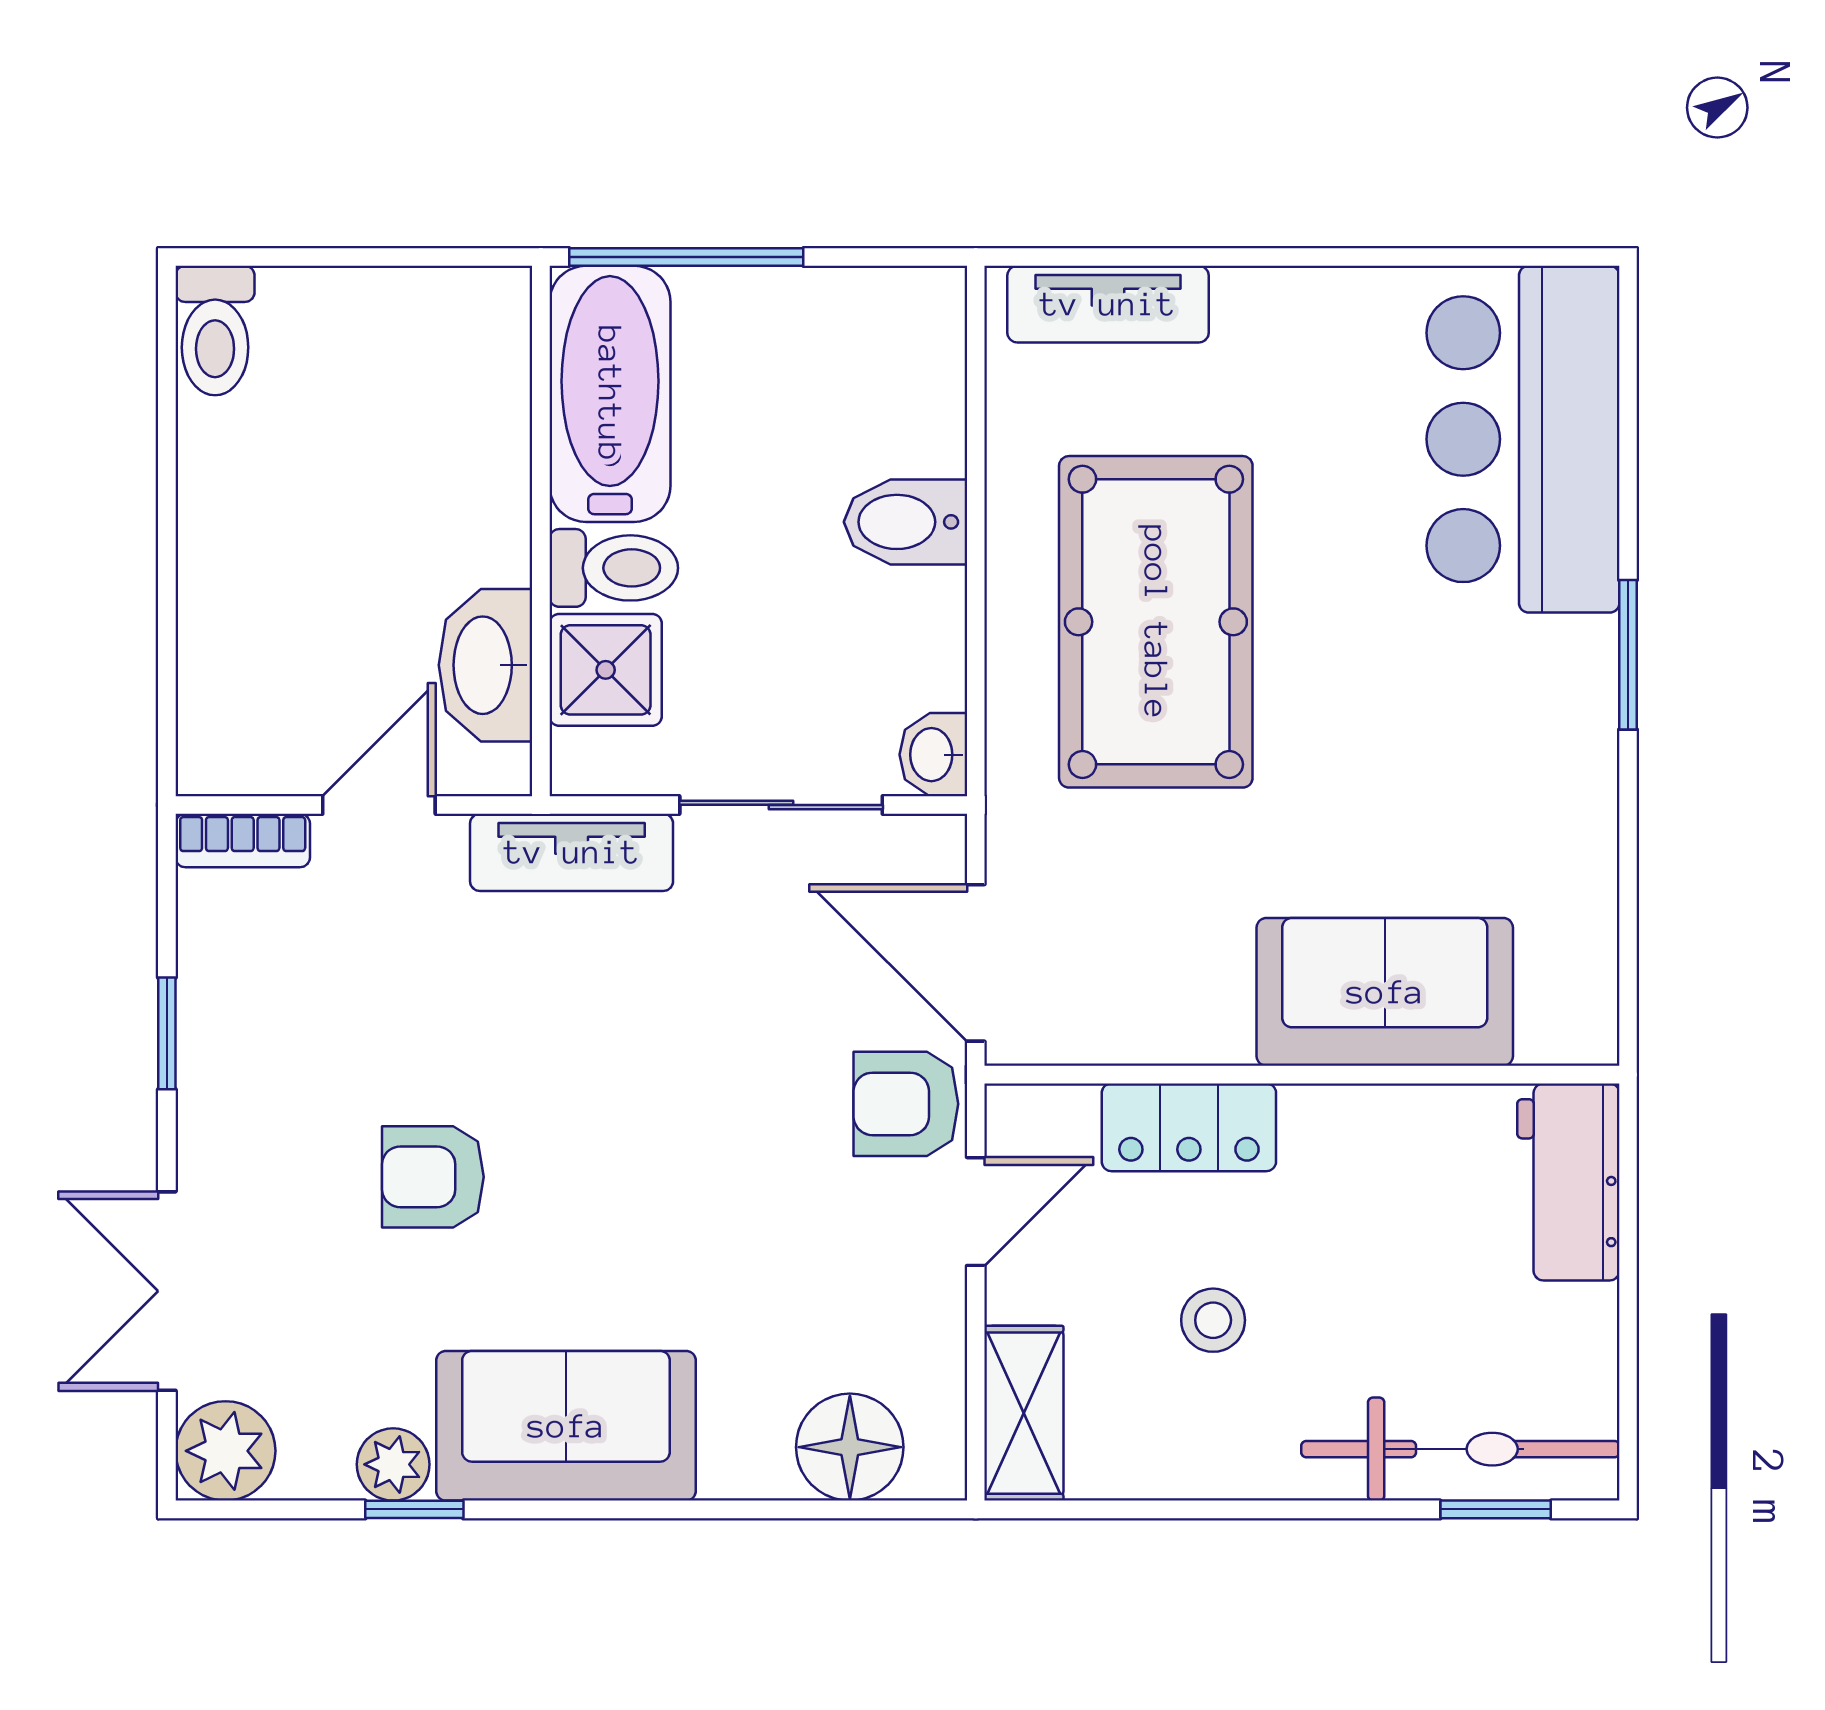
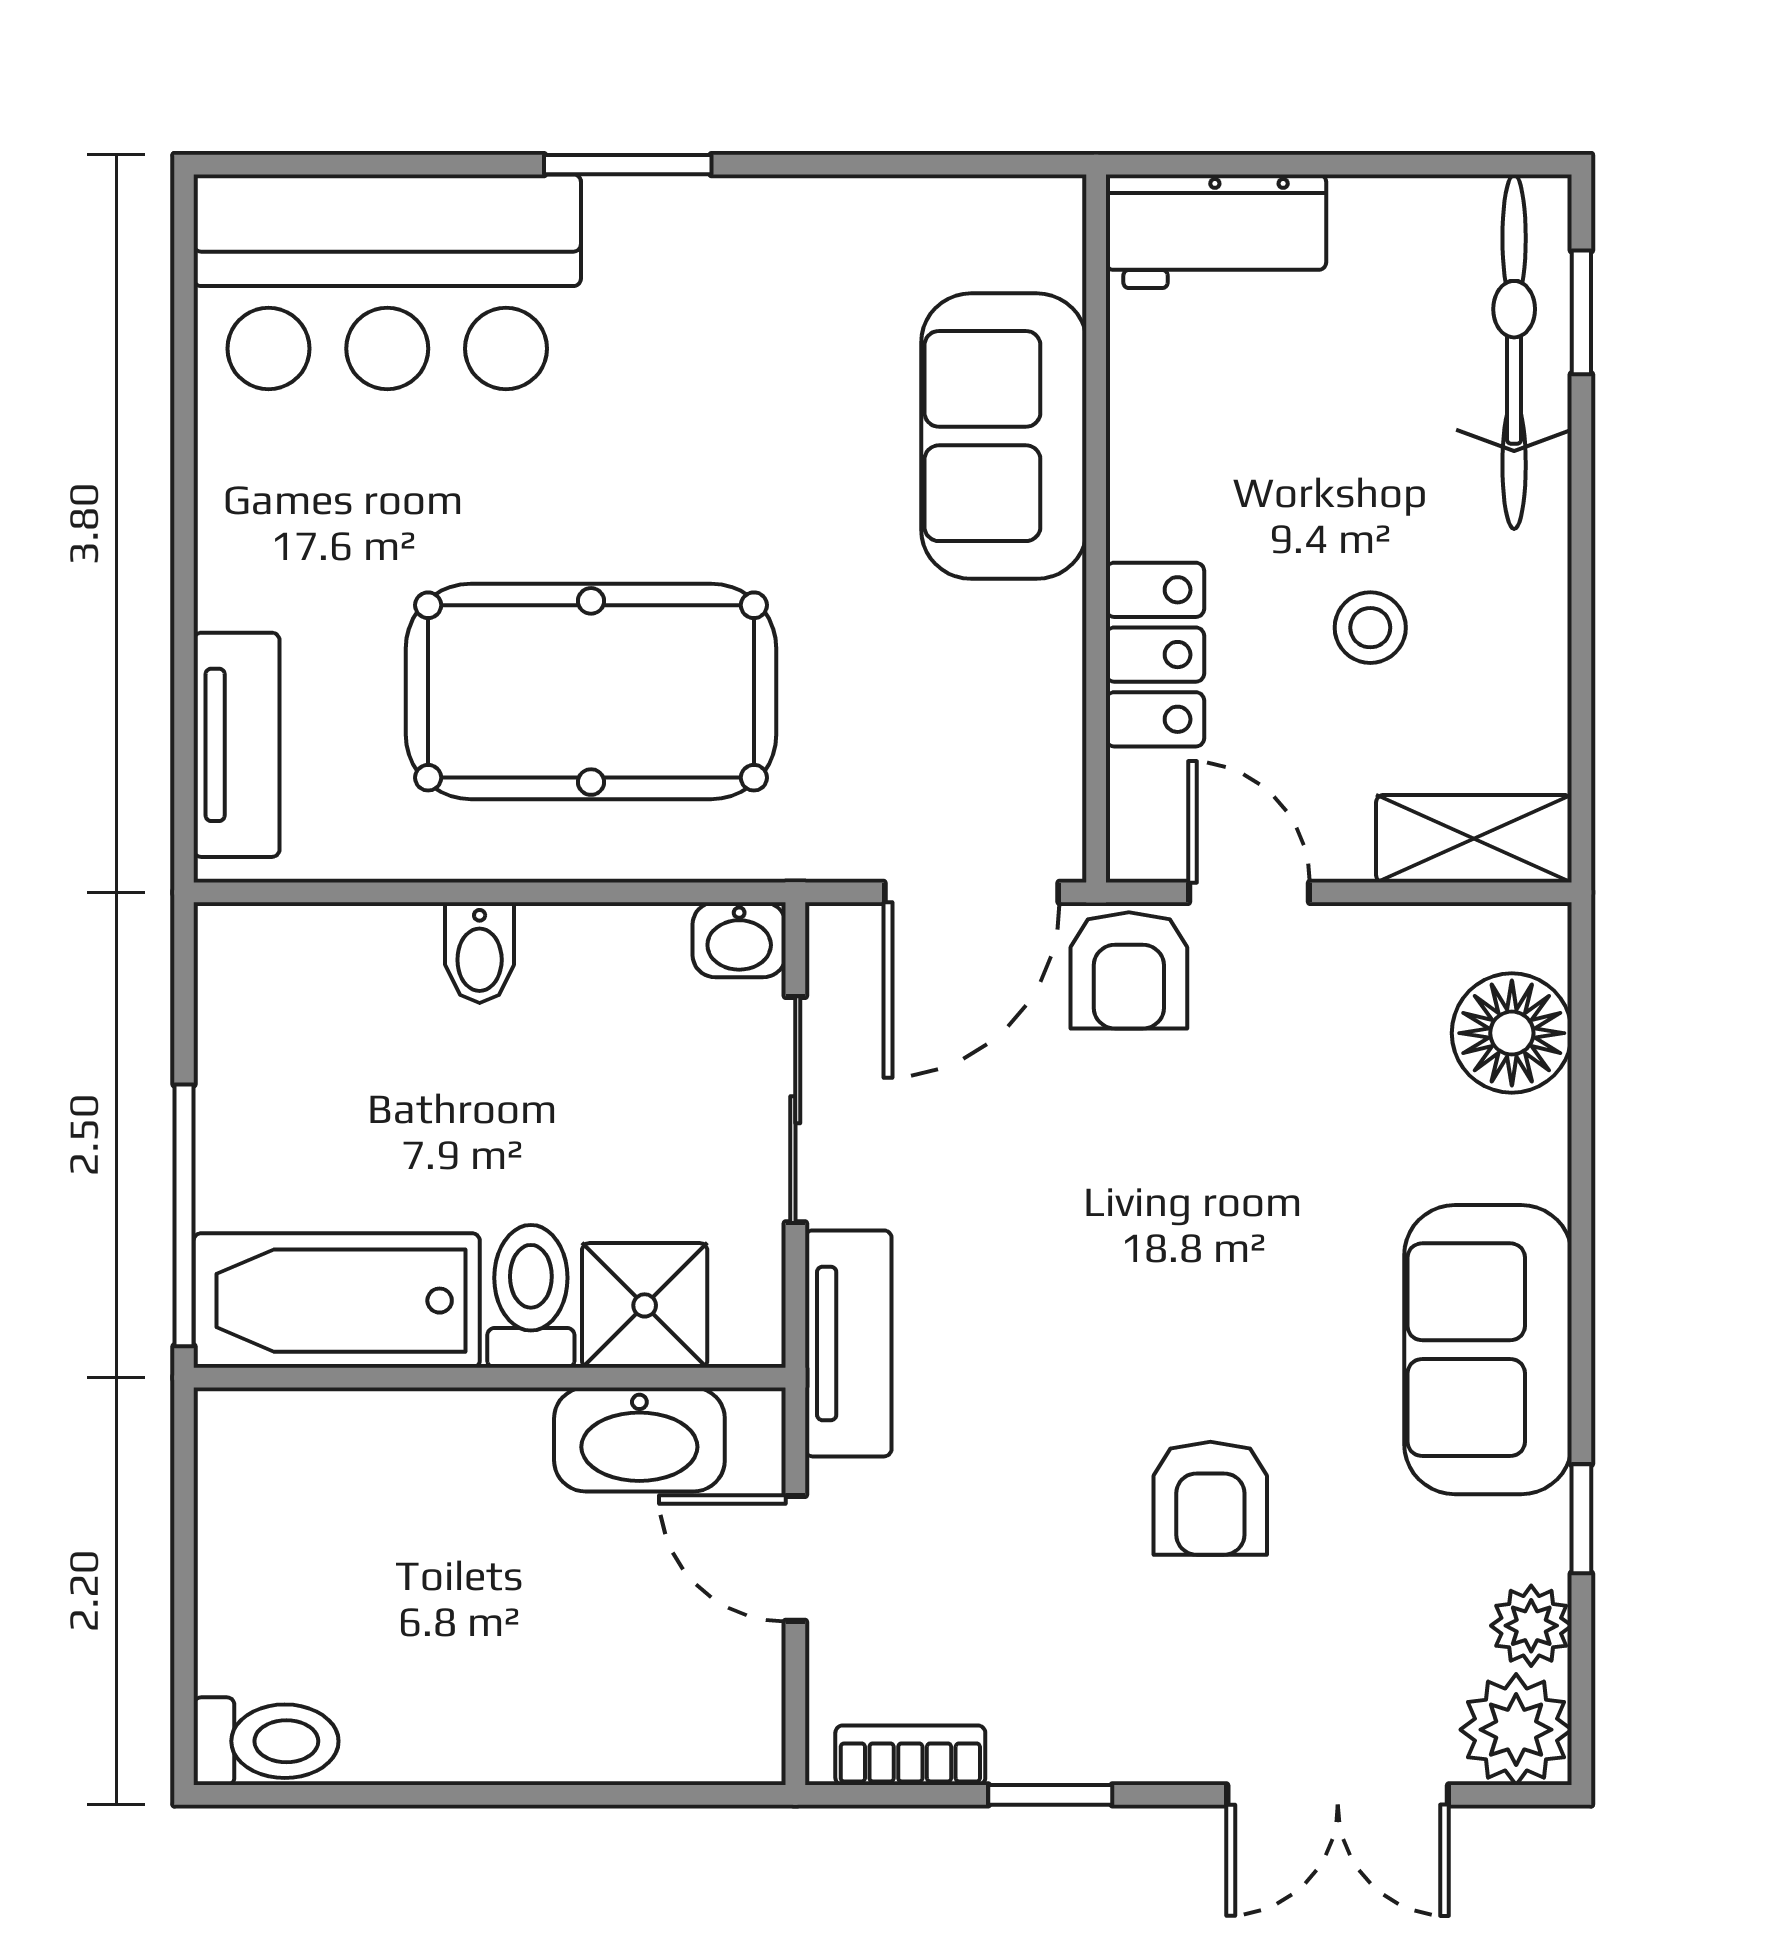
bidet: (905, 522) -> (480, 953), width x0.72, depth x0.74
bookcase: (243, 841) -> (910, 1755), moved, turned -90
plant: (393, 1464) -> (1531, 1626), moved

